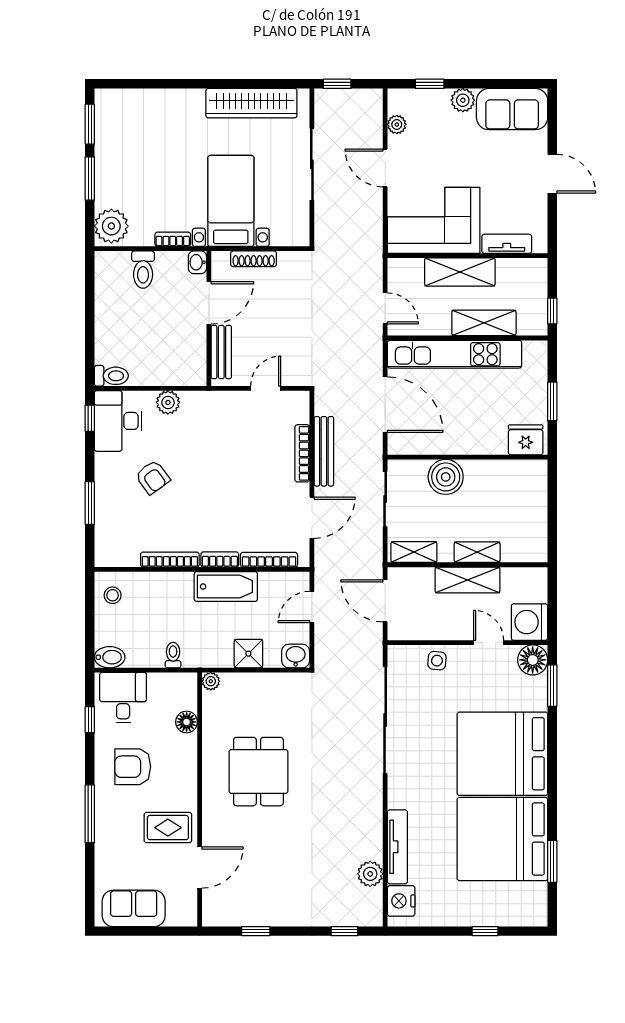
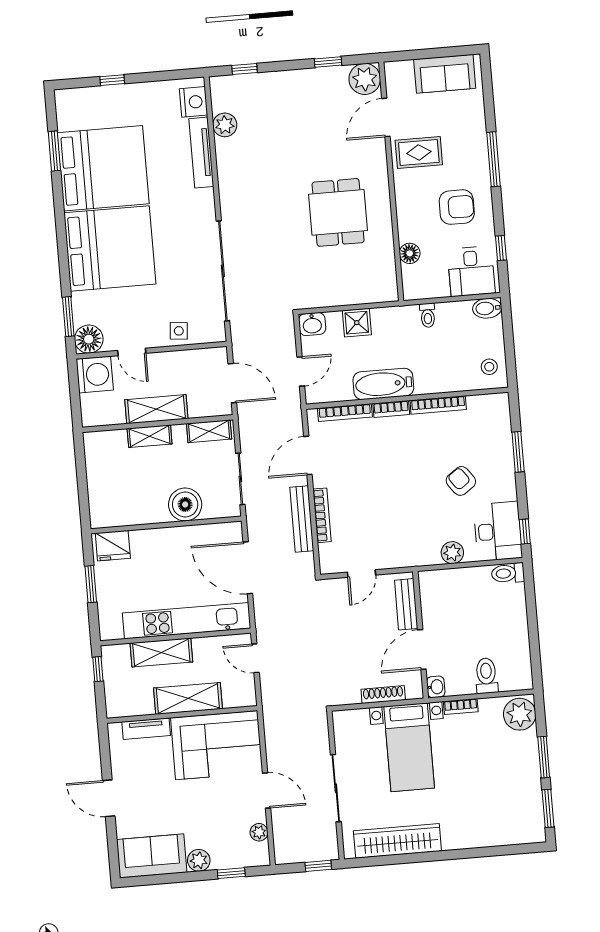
plant: (211, 681) -> (365, 79), moved, width x1.88, depth x1.88

